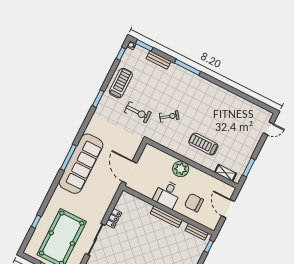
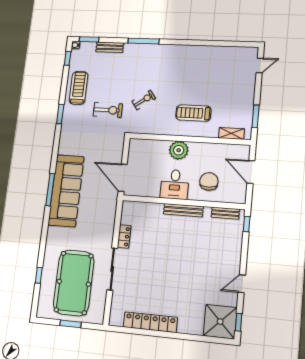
chair: (194, 203) -> (209, 181), turned 90

